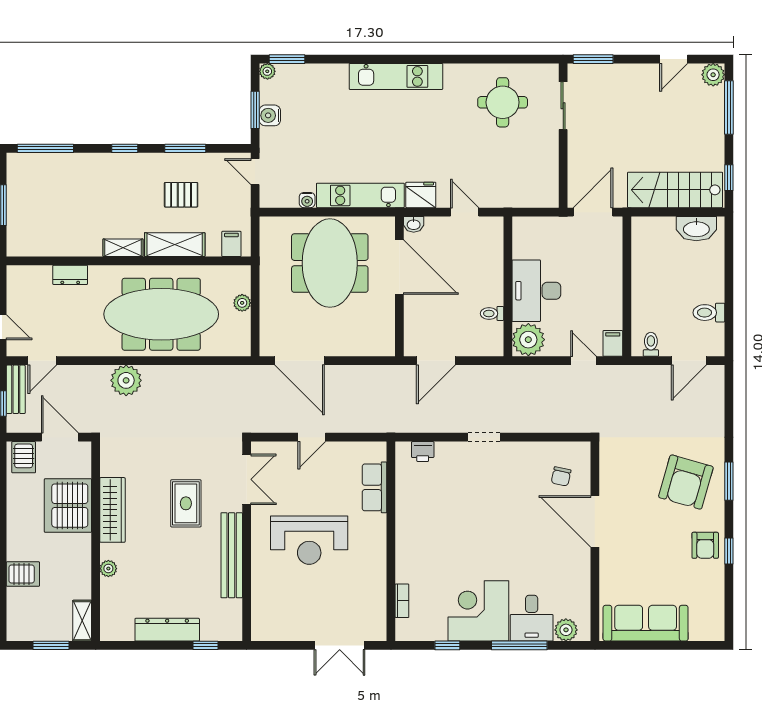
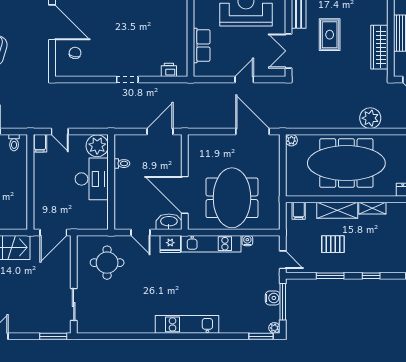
round table: (503, 102) -> (107, 263), moved
window: (255, 110) -> (283, 302), width x1.44
washbasin: (414, 224) -> (169, 222), width x1.91, depth x1.45
plant: (242, 303) -> (291, 140), moved
wardrobe: (112, 510) -> (379, 47), moved

